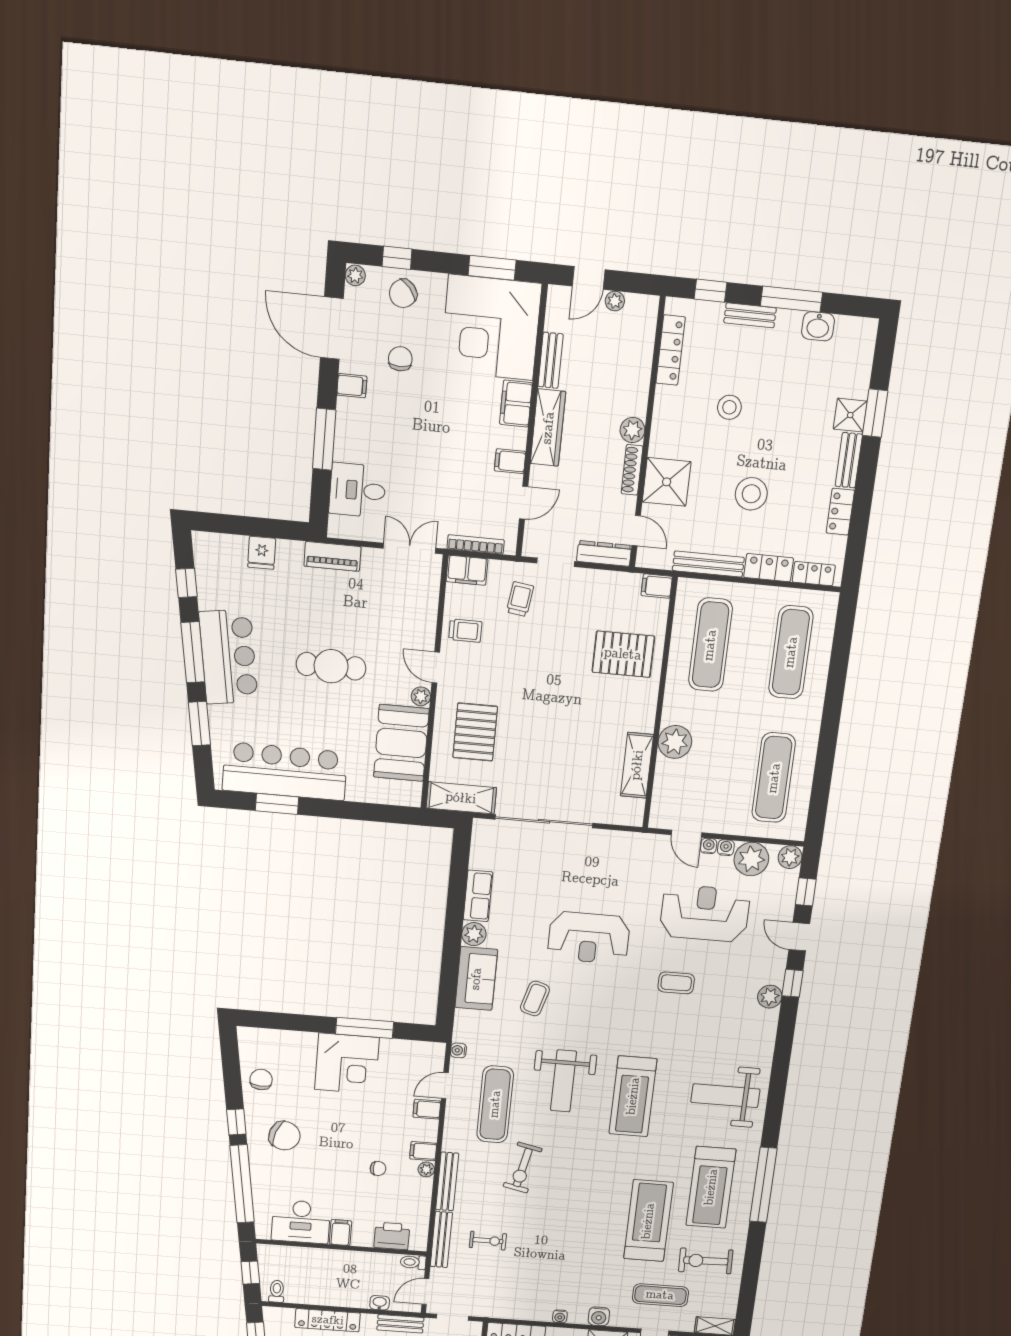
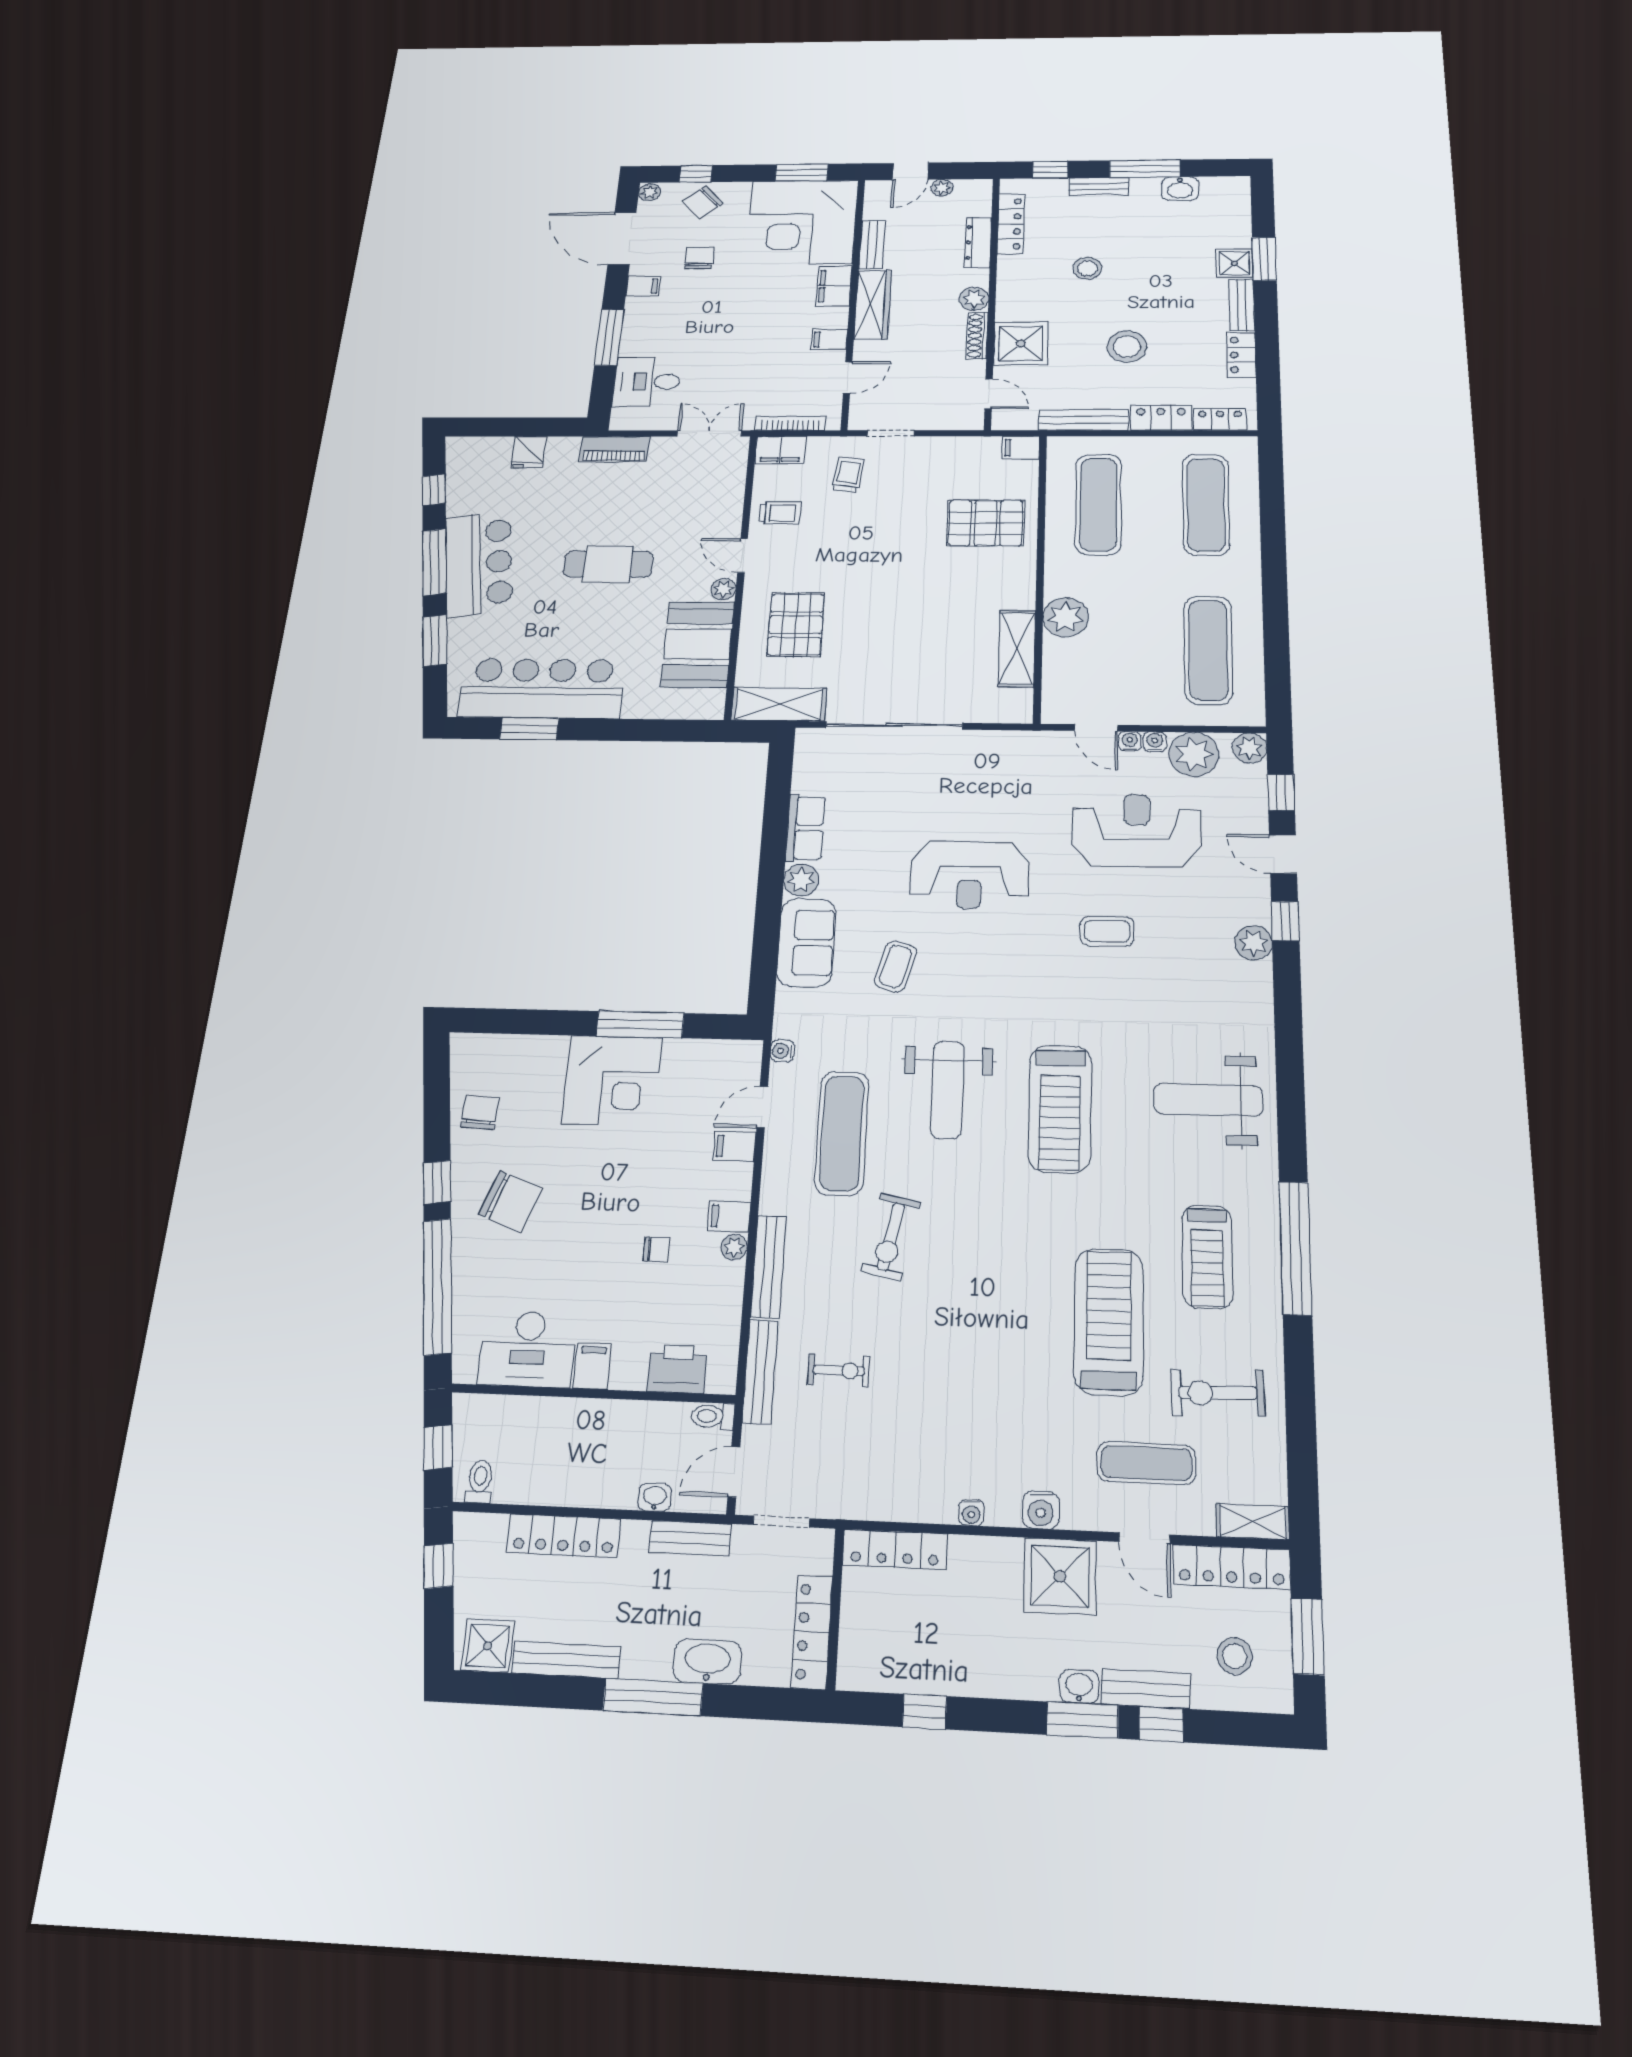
dresser: (604, 553) -> (978, 242), moved, turned -90
treadmill: (711, 1187) -> (1207, 1257), width x0.73, depth x0.73

